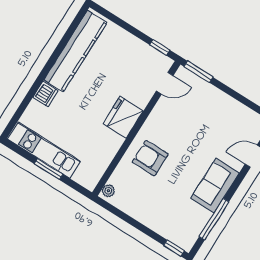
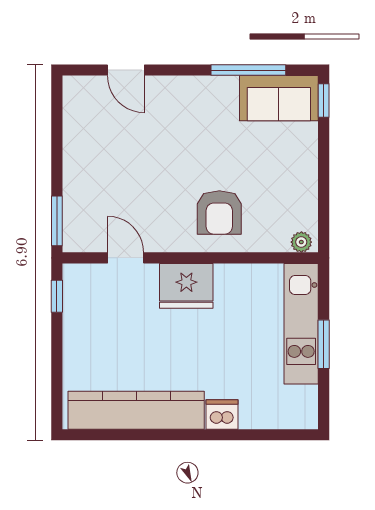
door: (165, 83) -> (126, 258), moved
kitchen unit: (44, 150) -> (301, 324), moved
sofa: (215, 186) -> (279, 98), moved

